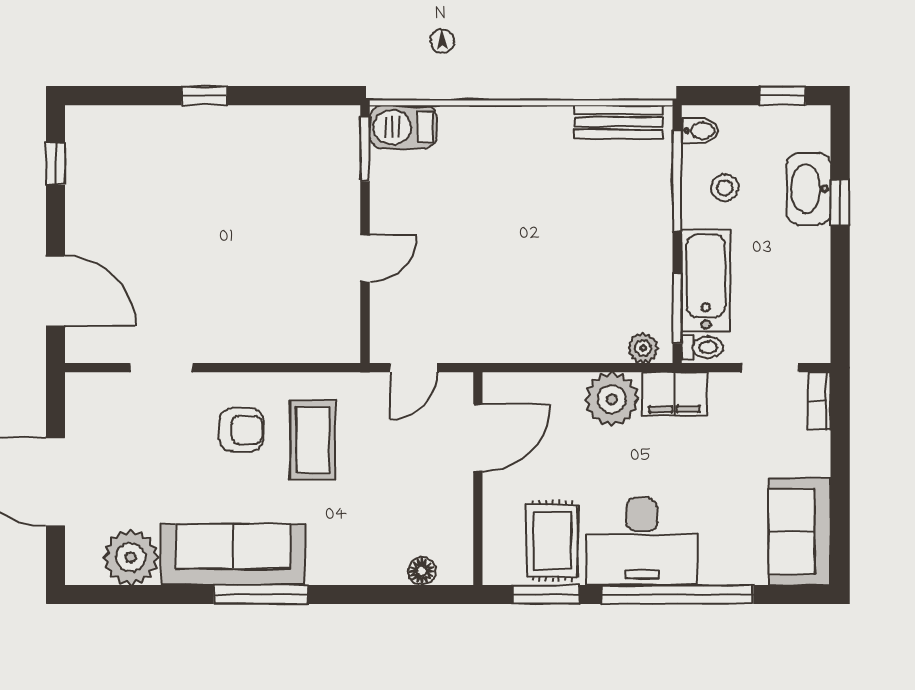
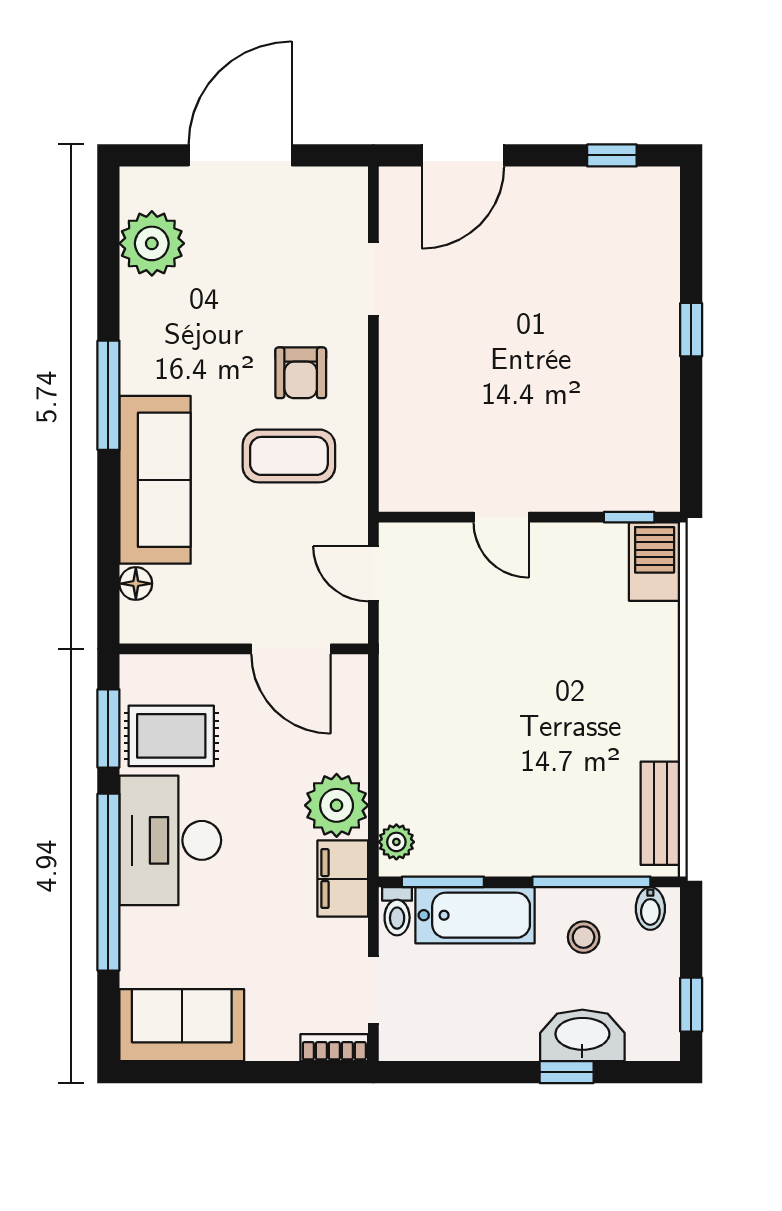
window: (365, 149) -> (629, 517), width x0.67
sofa: (233, 555) -> (155, 480), moved

